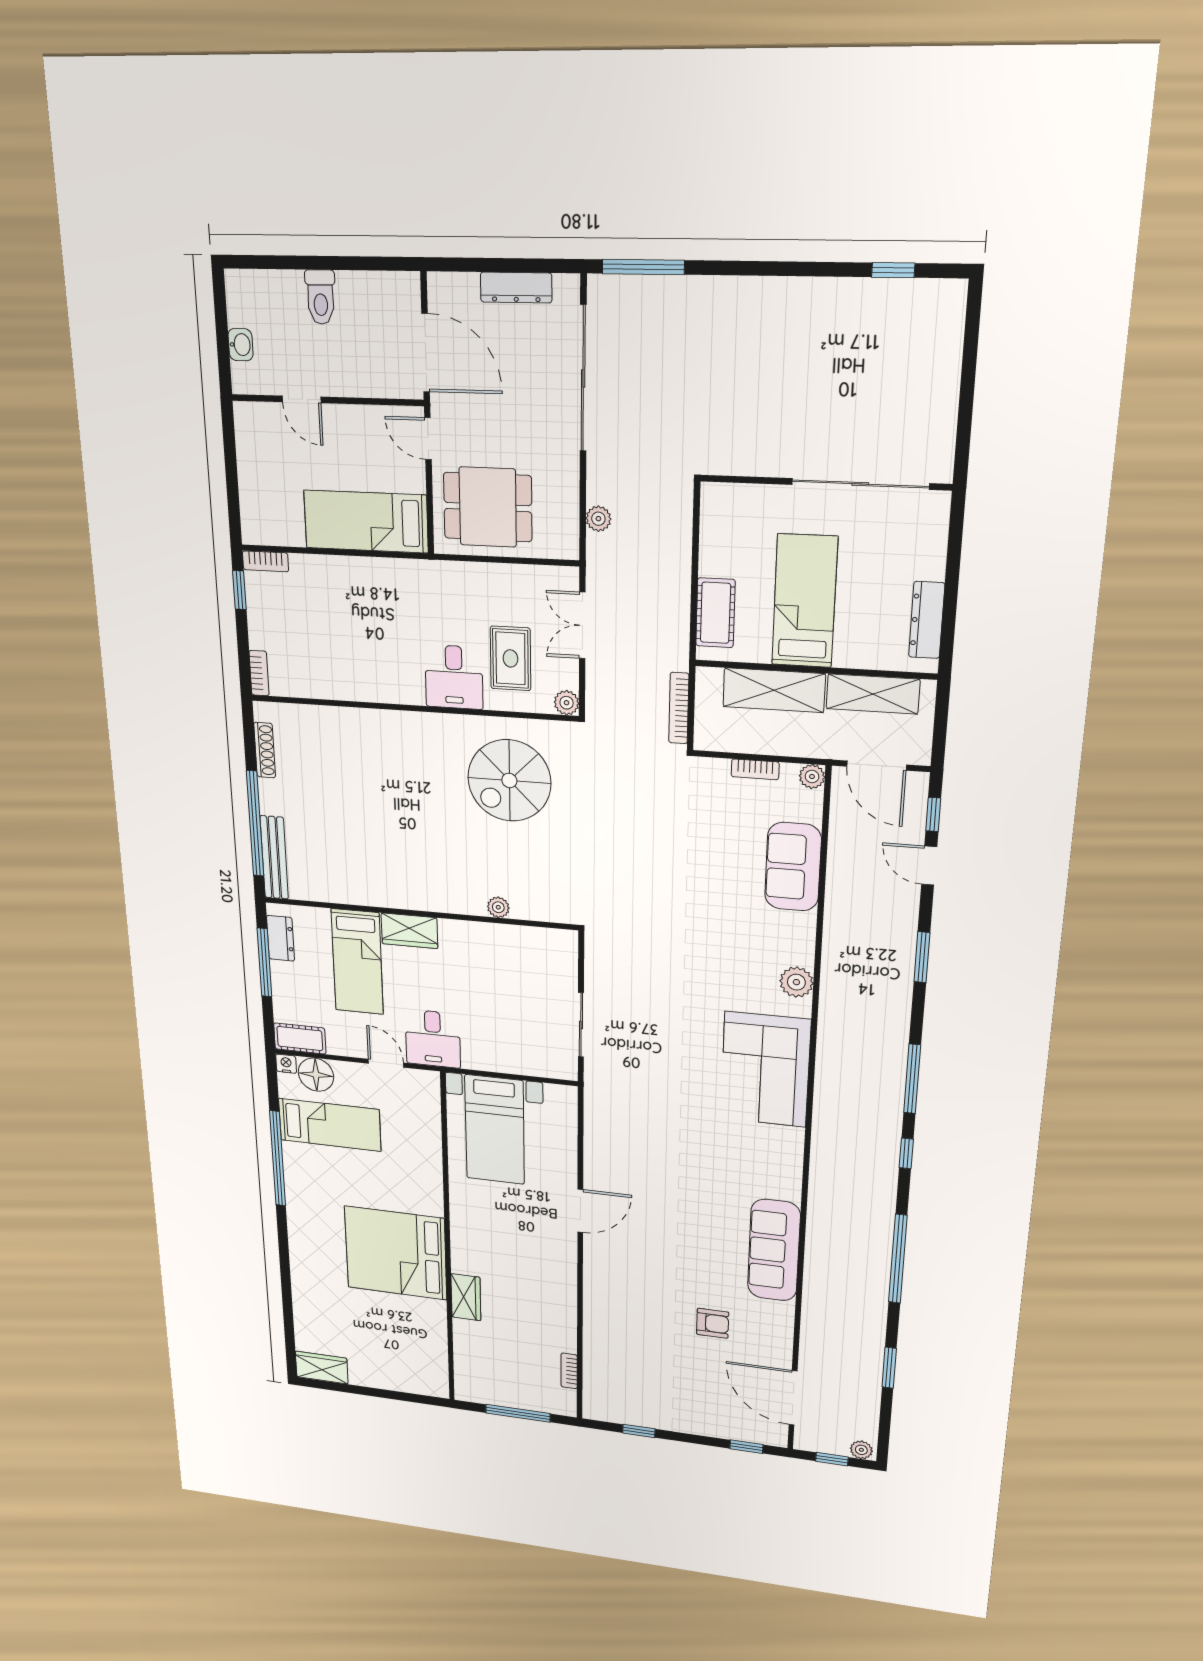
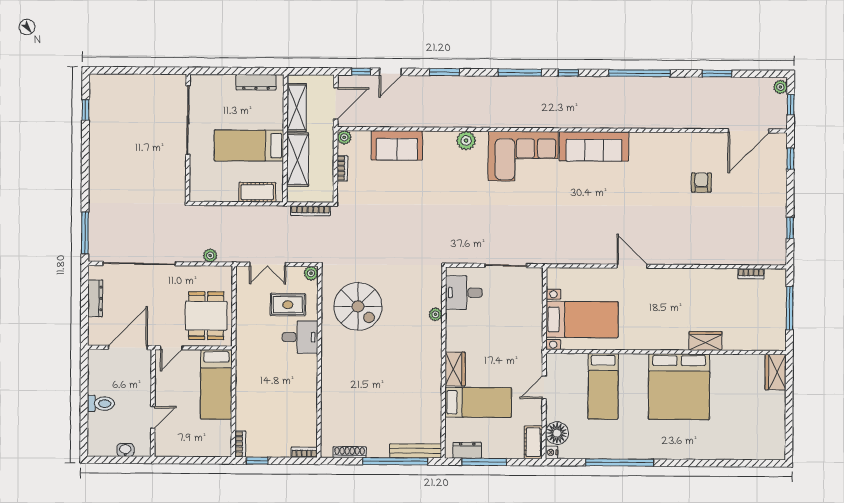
desk: (433, 1039) -> (464, 293), moved, turned 180
bed: (330, 1125) -> (603, 386), moved, turned 180
sofa: (774, 1250) -> (594, 146), moved
wardrobe: (322, 1368) -> (776, 372), moved

